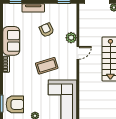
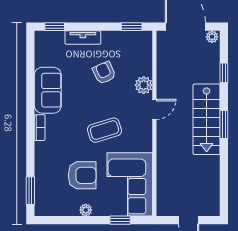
armchair: (15, 104) -> (82, 175), moved

